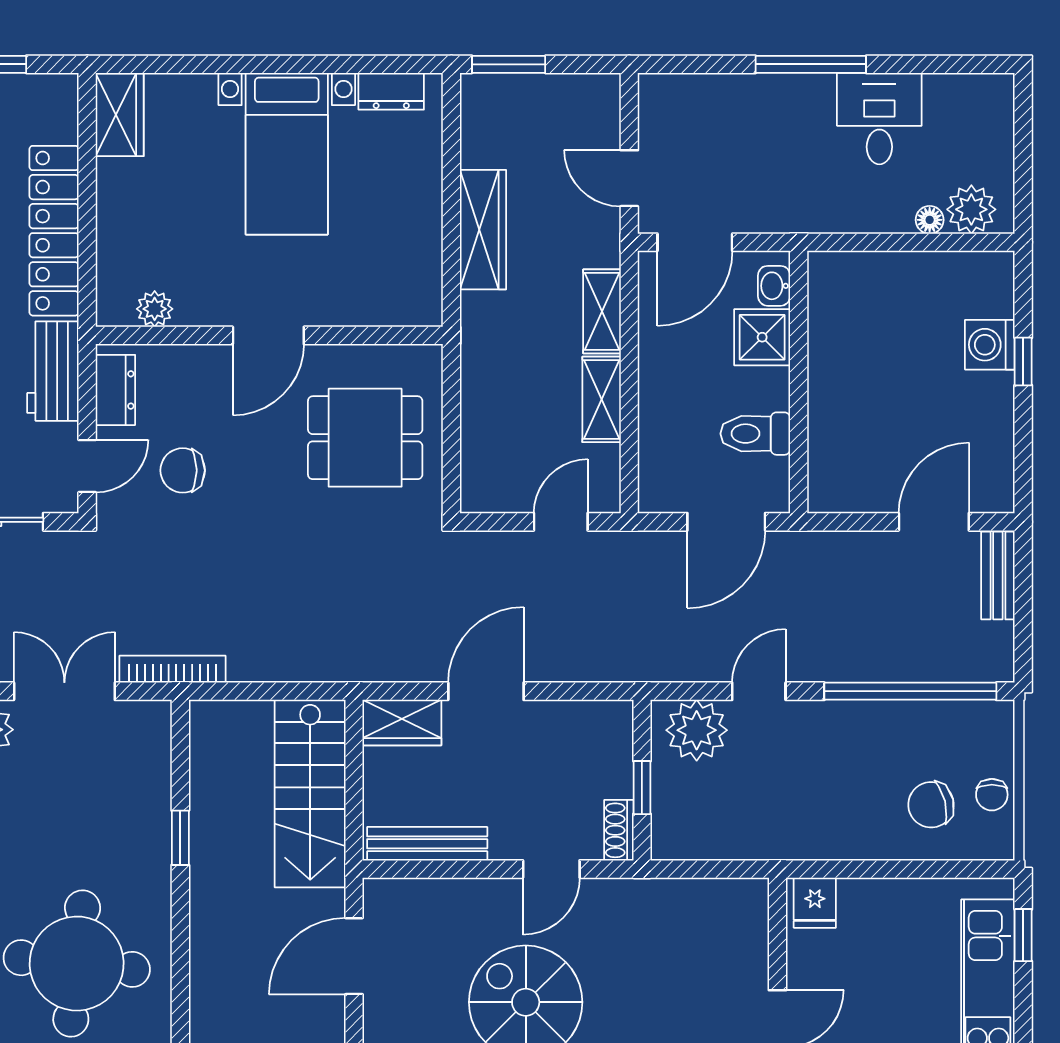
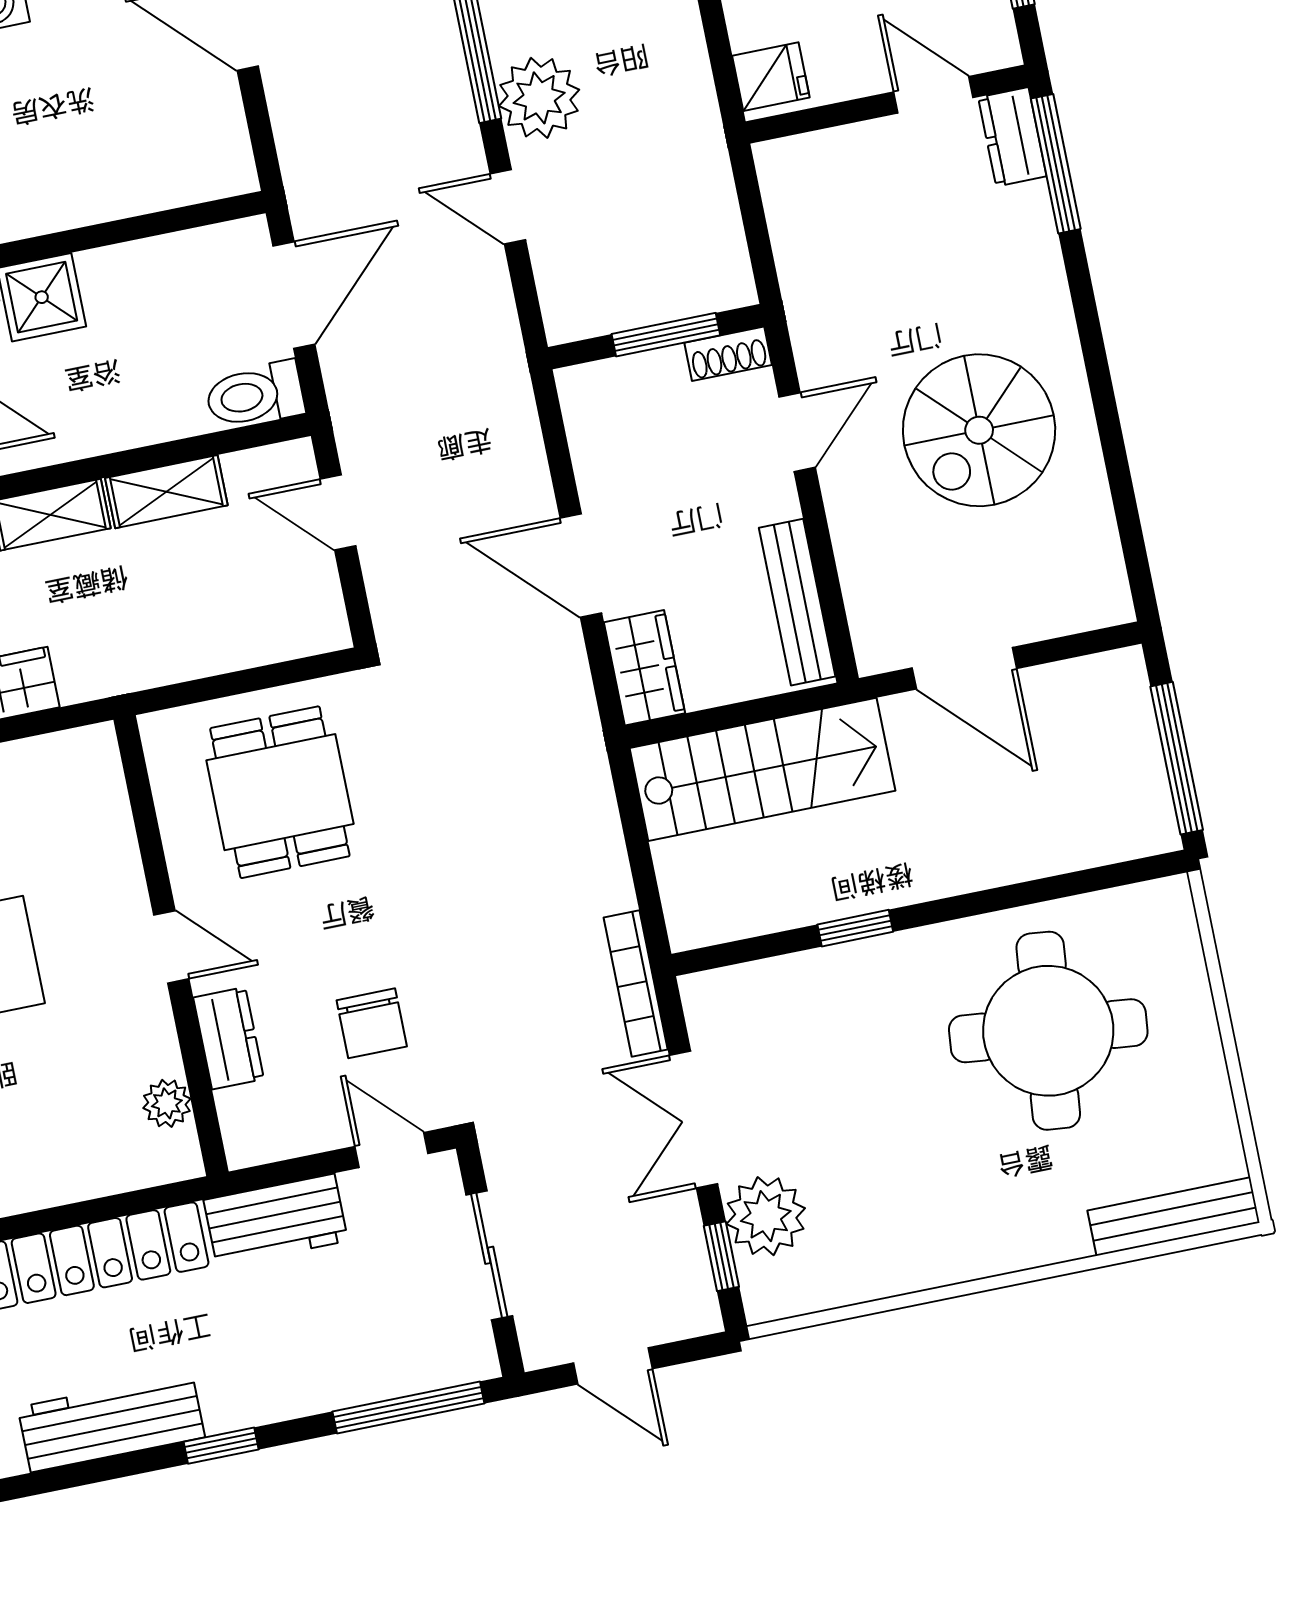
door: (268, 335) -> (171, 947), width x0.73
dresser: (115, 390) -> (229, 1038), moved, turned 90
toilet: (755, 434) -> (255, 395), moved, turned 90
door: (726, 522) -> (294, 295), hinge flipped
plant: (697, 730) -> (539, 98), moved
window: (642, 788) -> (666, 335), width x1.50
door: (551, 869) -> (797, 432), hinge flipped

